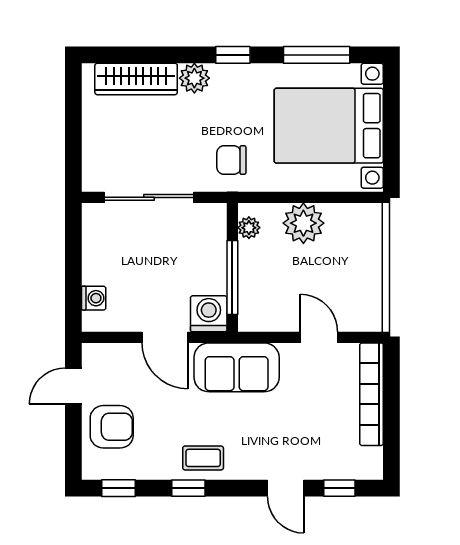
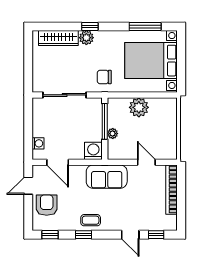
window: (233, 55) -> (90, 26), moved
plant: (249, 228) -> (113, 134), moved
window: (232, 277) -> (105, 121), moved
door: (165, 337) -> (58, 162), moved
armchair: (112, 427) -> (47, 205), turned -90

